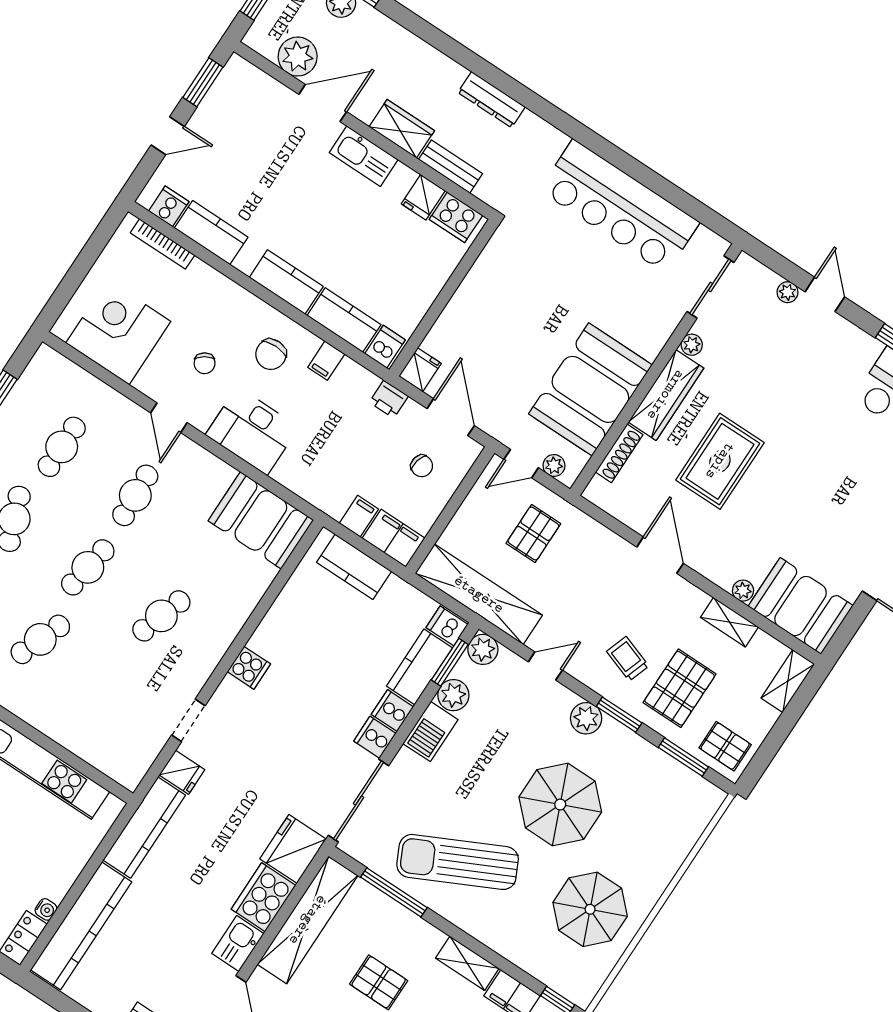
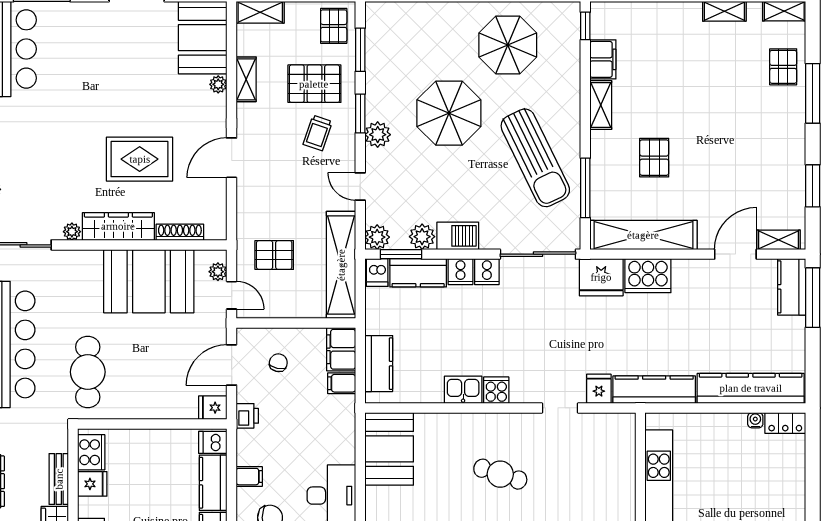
cafe table: (539, 267) -> (88, 372), added
kitchen sink: (238, 944) -> (463, 390), moved, turned 180

